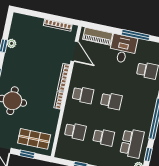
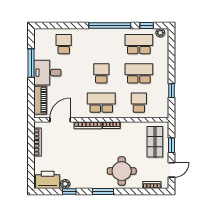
printer: (19, 27) -> (48, 180), added
school desk: (83, 95) -> (101, 103), width x1.85
school desk: (104, 137) -> (139, 73), width x1.85

